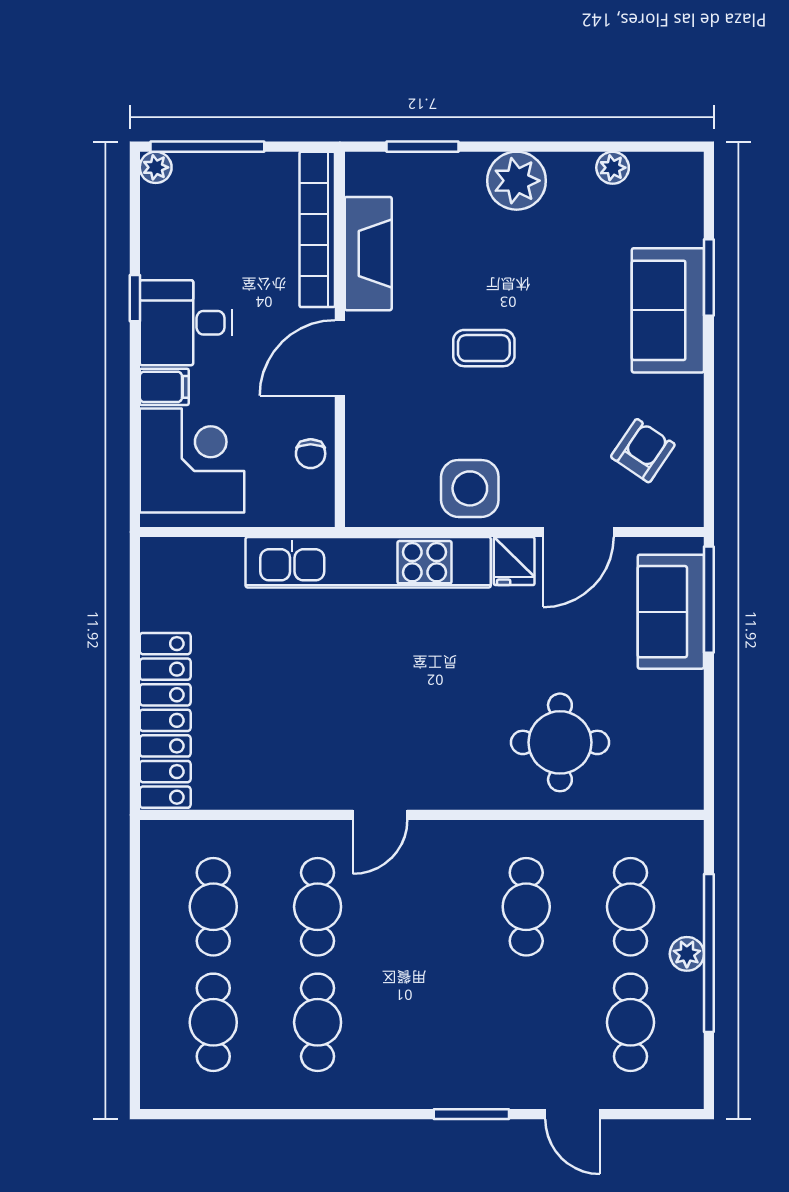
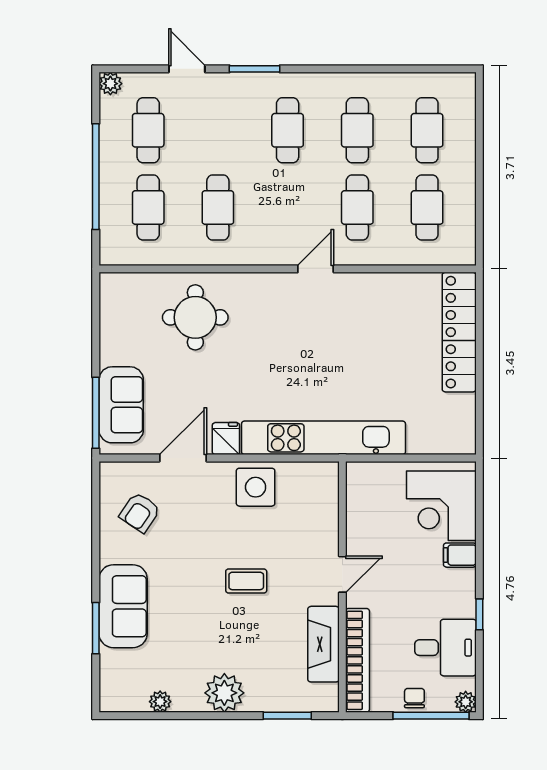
desk: (186, 323) -> (445, 648), moved
door: (340, 358) -> (342, 574), width x0.73
chair: (311, 454) -> (414, 698), moved
plant: (687, 954) -> (110, 84), moved
cafe table: (422, 1022) -> (288, 130), added

